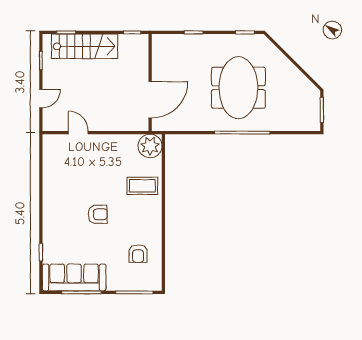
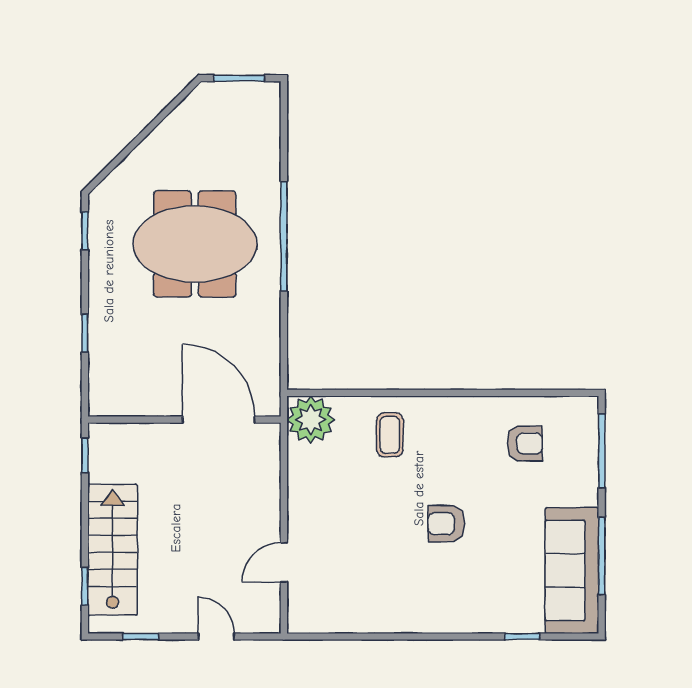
coffee table: (142, 186) -> (390, 435), width x0.73, depth x0.77
armchair: (98, 214) -> (446, 524), turned -90

